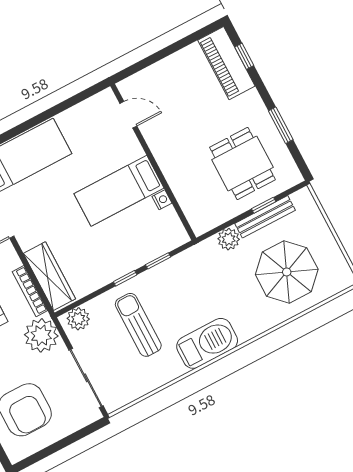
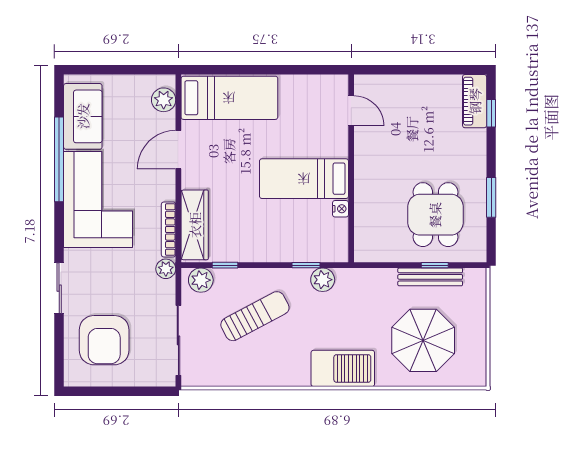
piano: (226, 63) -> (475, 101), width x0.73, depth x0.75
plant: (229, 239) -> (323, 280), moved
window: (125, 278) -> (225, 265), moved
sun lounger: (138, 325) -> (255, 316), turned 62
plant: (41, 335) -> (166, 269), width x0.53, depth x0.53
barbecue: (207, 343) -> (343, 368), moved

